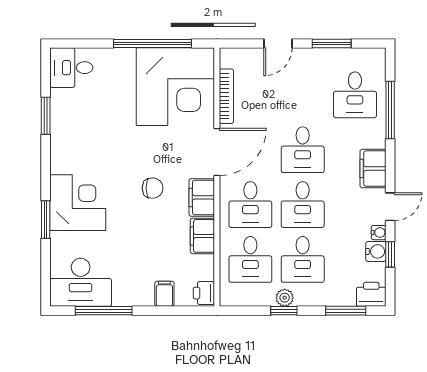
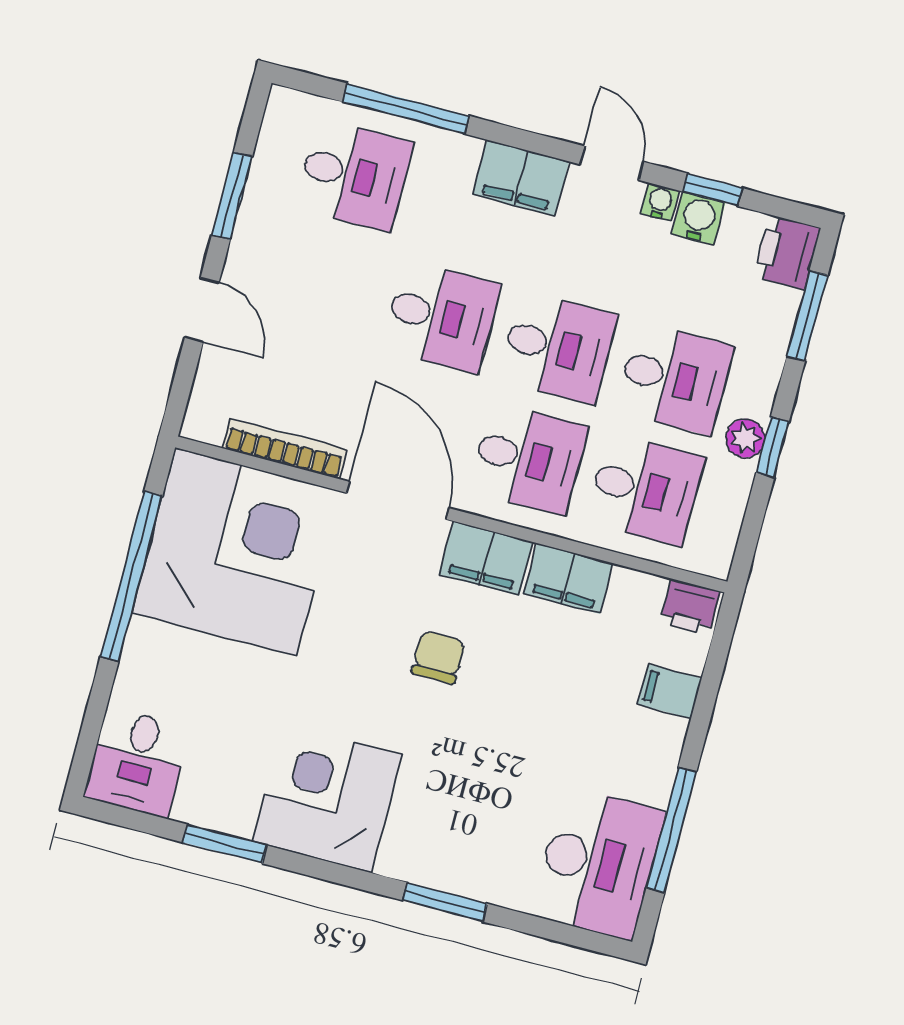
corner desk: (78, 203) -> (327, 798), moved

